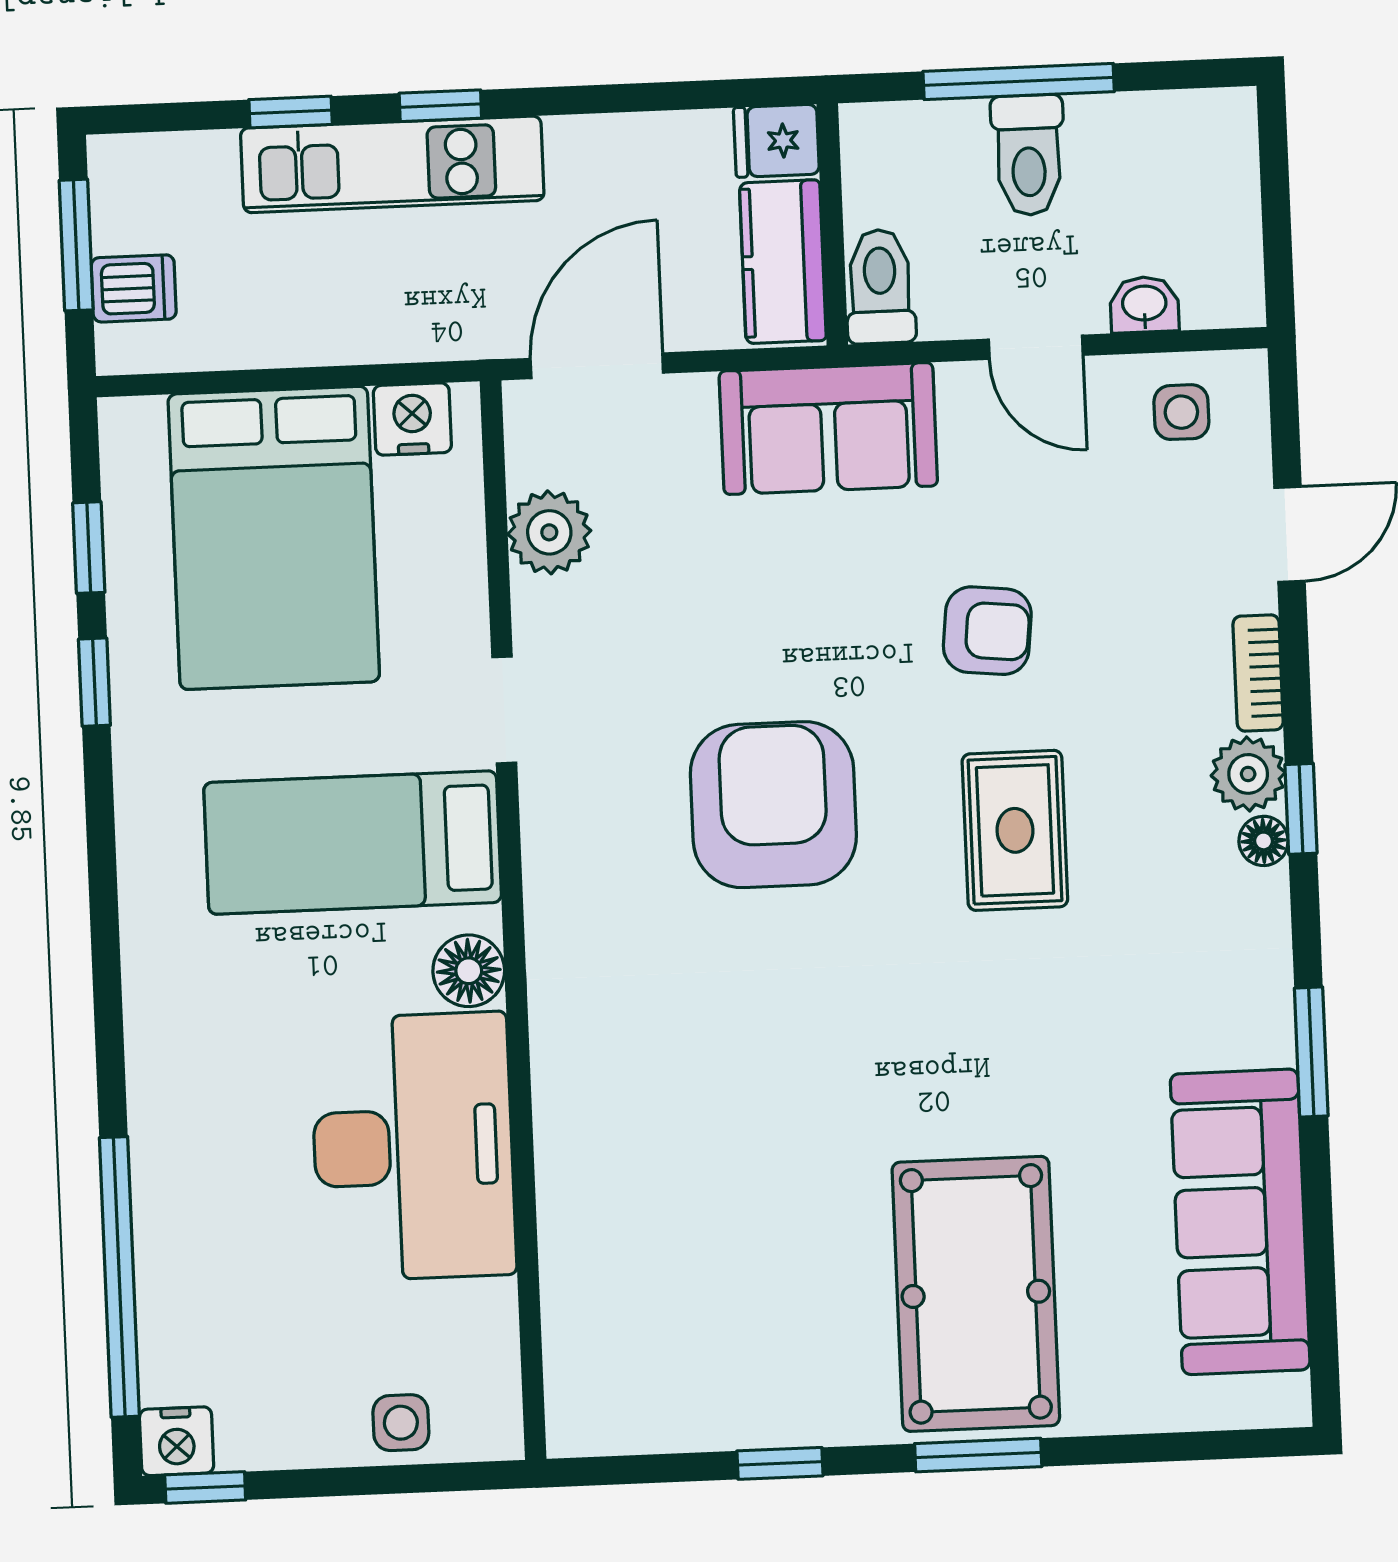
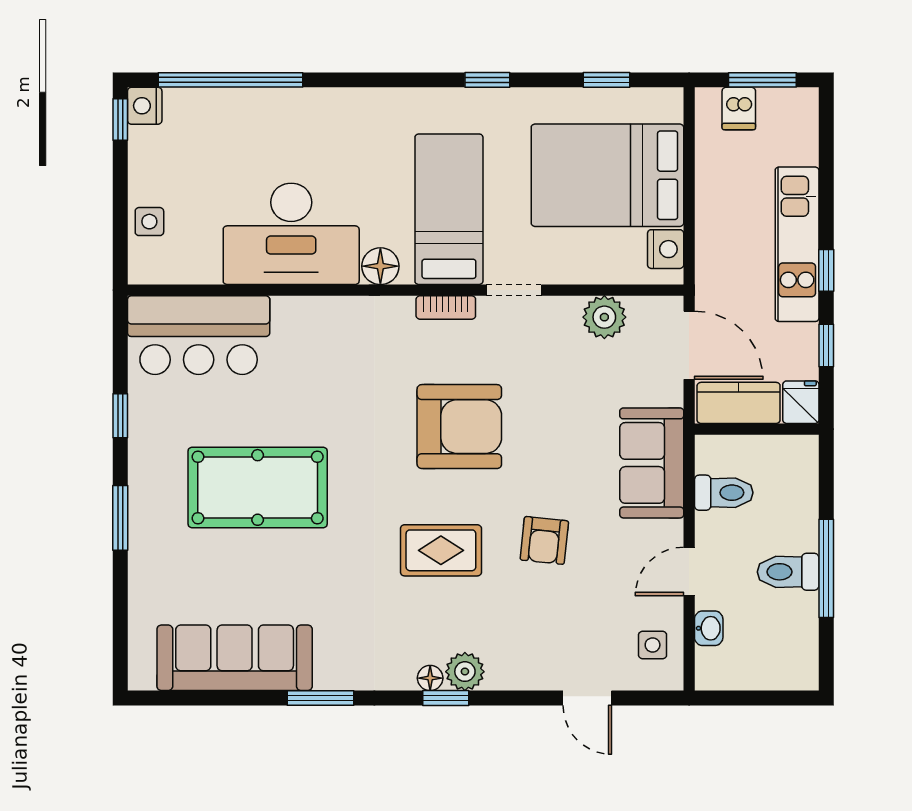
window: (291, 112) -> (826, 345), moved
fridge: (776, 141) -> (801, 402), moved
wall: (832, 224) -> (757, 429), moved
kitchen counter: (783, 262) -> (739, 403), moved
bookcase: (1258, 673) -> (446, 308), moved, turned 180
window: (94, 682) -> (487, 80), moved
pool table: (976, 1294) -> (258, 487), moved
bar counter: (617, 1318) -> (199, 335), added

